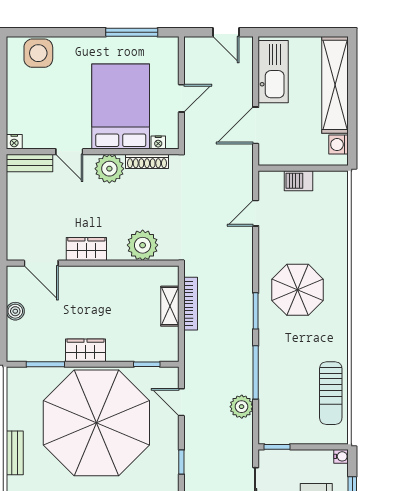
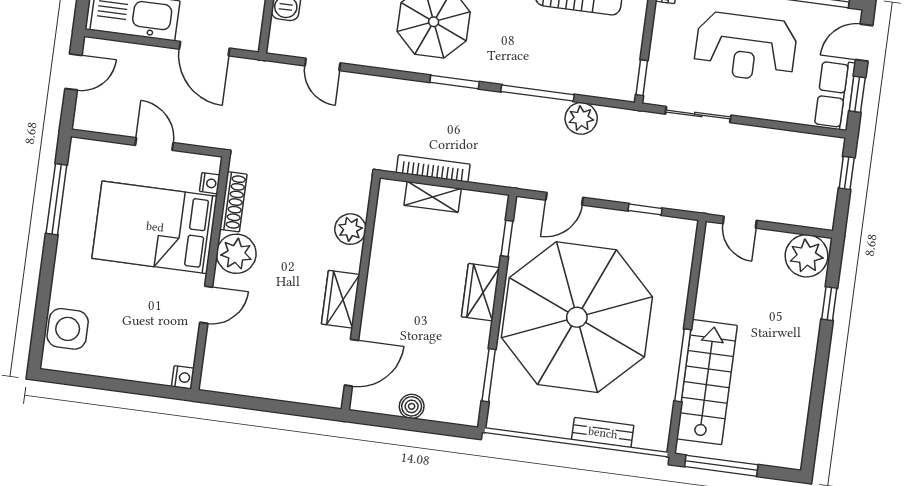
bench: (29, 163) -> (214, 361), removed
plant: (143, 245) -> (350, 229), width x0.73, depth x0.73
wardrobe: (86, 350) -> (481, 292), moved

